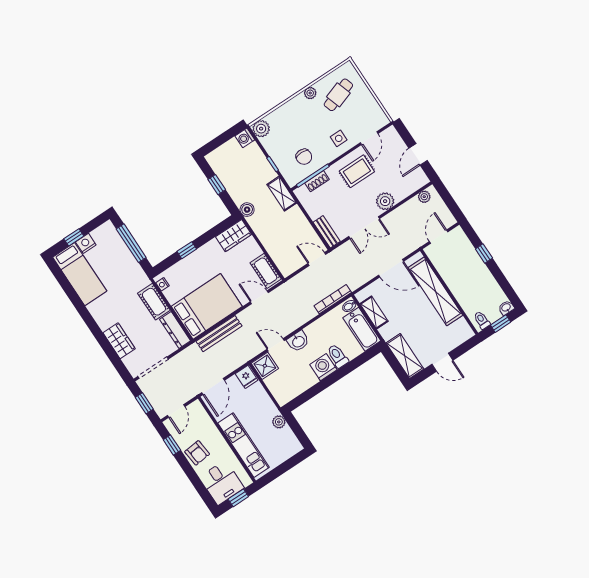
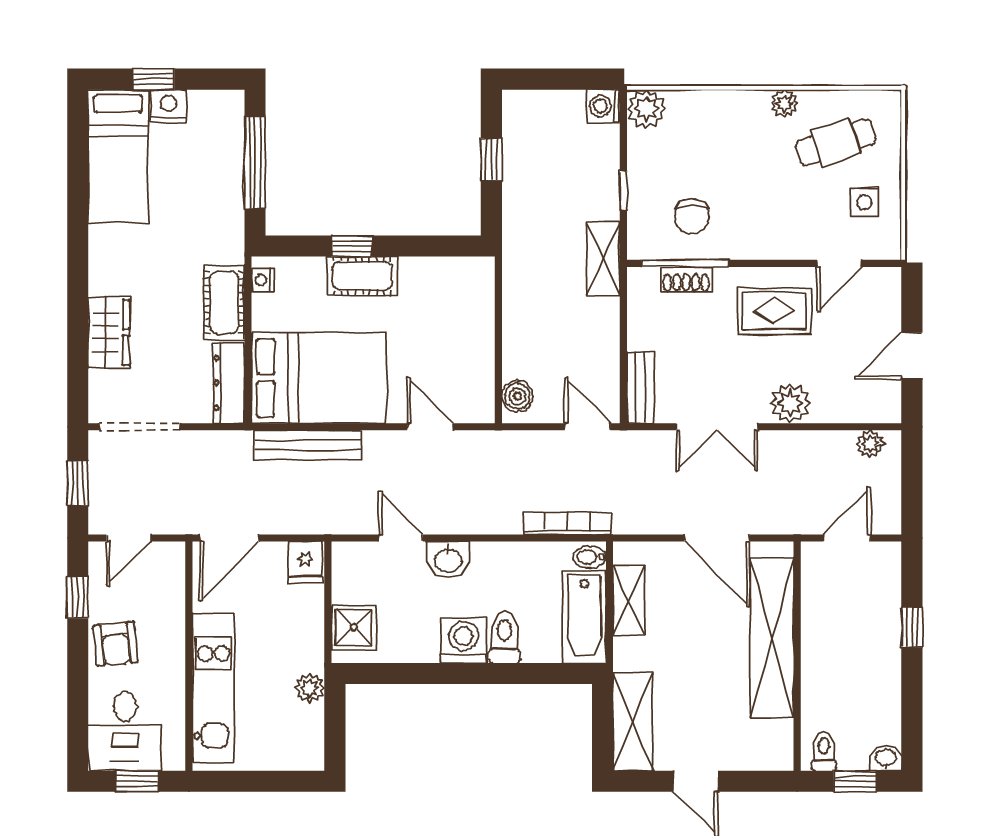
side table: (339, 138) -> (864, 202), moved
boiler: (247, 210) -> (517, 396), moved
wardrobe: (234, 236) -> (459, 277), removed
cot: (266, 271) -> (362, 276), moved, turned 90
shower: (265, 366) -> (354, 627), moved

